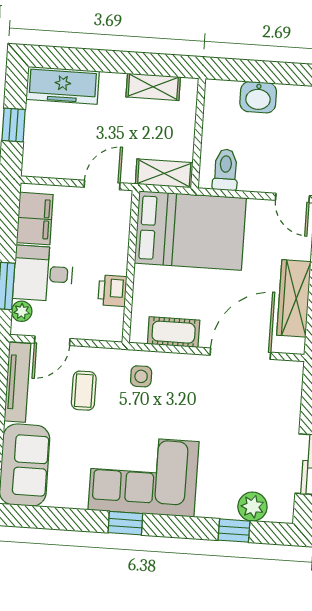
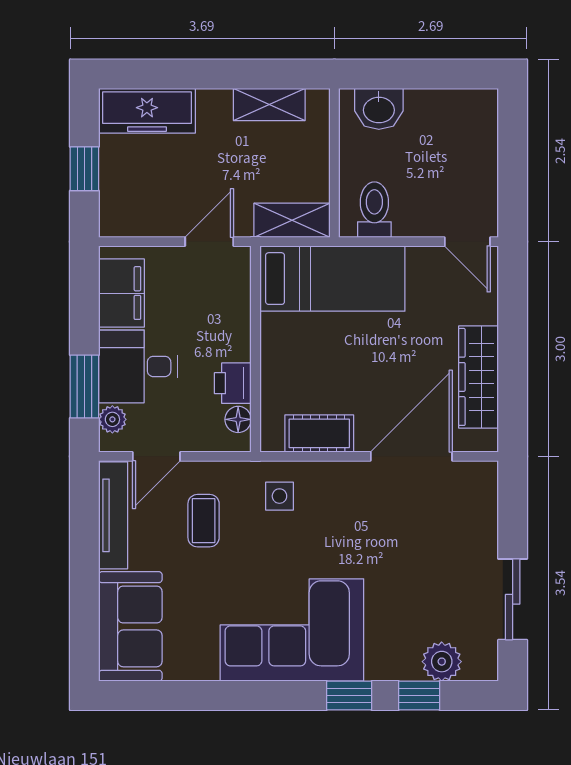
washbasin: (258, 97) -> (379, 109), moved
bed: (190, 231) -> (332, 279), width x0.67
floor lamp: (114, 318) -> (238, 419), added
window: (125, 523) -> (349, 696), moved

